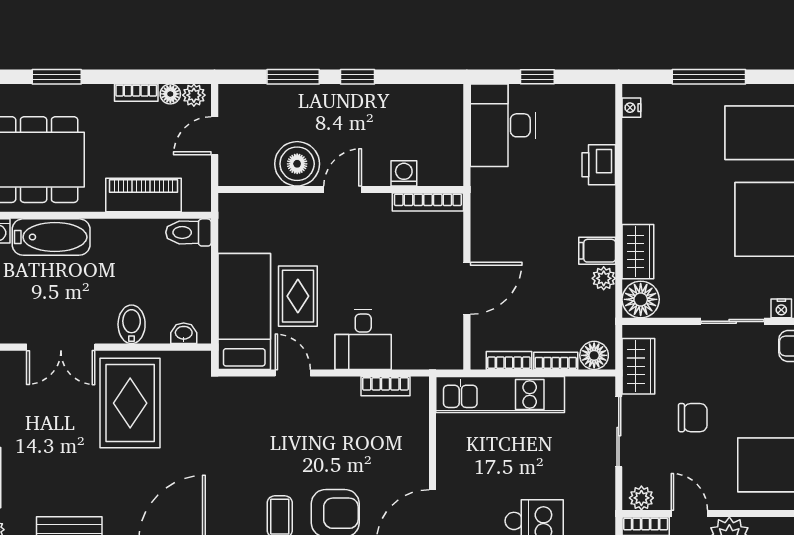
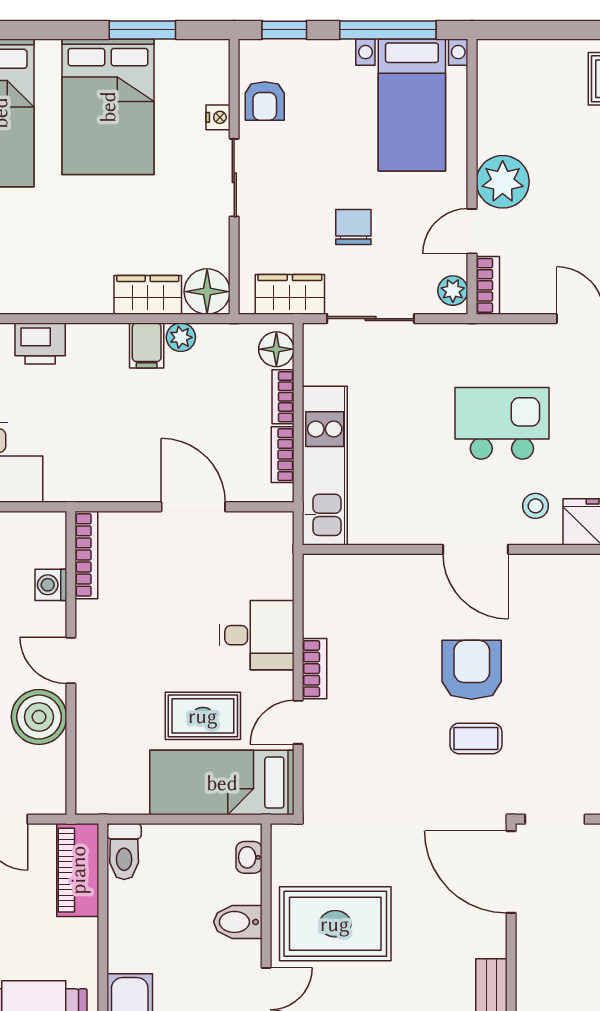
piano: (143, 195) -> (78, 870), moved
bookcase: (386, 386) -> (314, 669), moved

